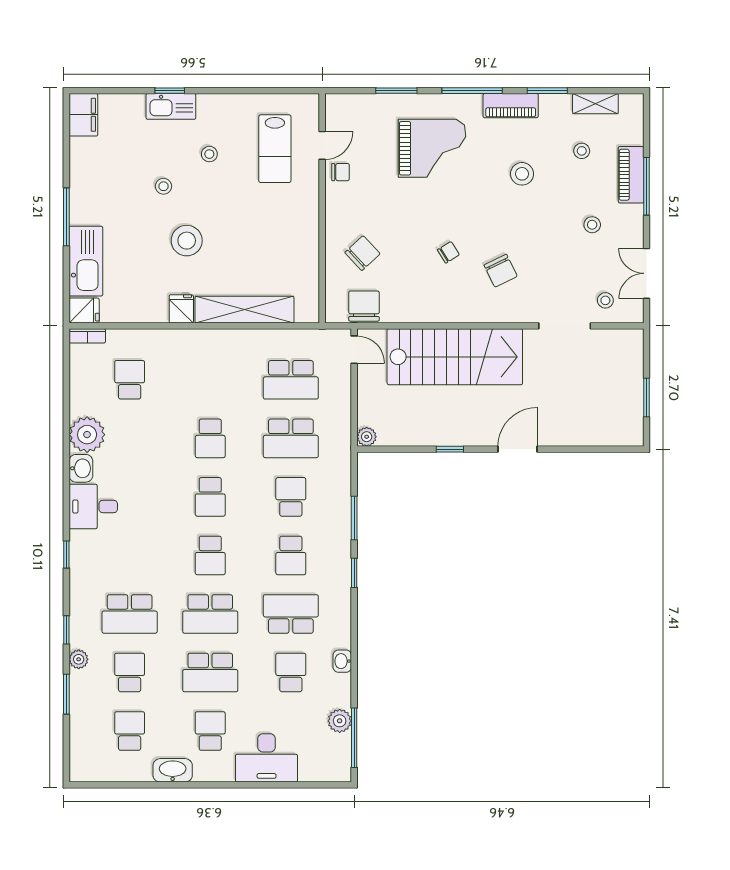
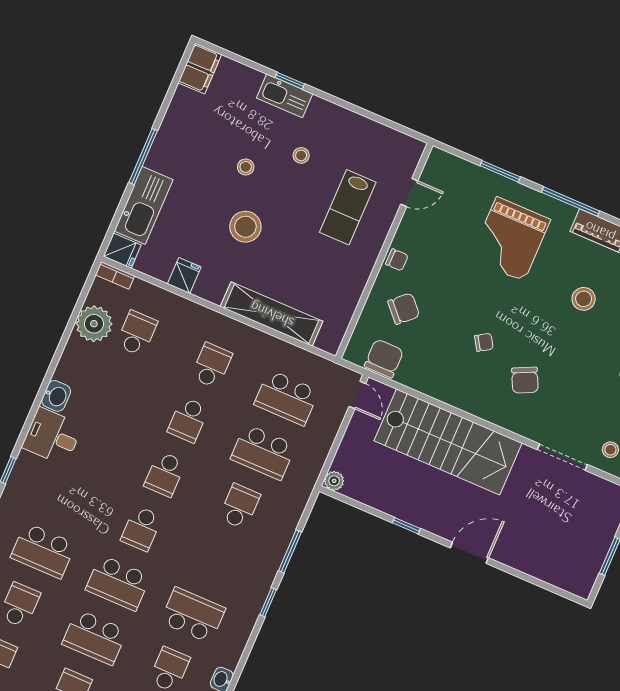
grand piano: (432, 148) -> (510, 239), turned 90
lab bench: (275, 149) -> (348, 207), moved
chair: (340, 172) -> (397, 260), moved
fridge: (181, 309) -> (184, 275), moved
plant: (87, 435) -> (94, 324), moved
school desk: (291, 555) -> (212, 365), moved, turned 180

